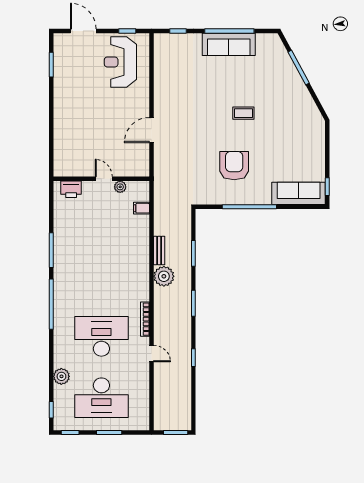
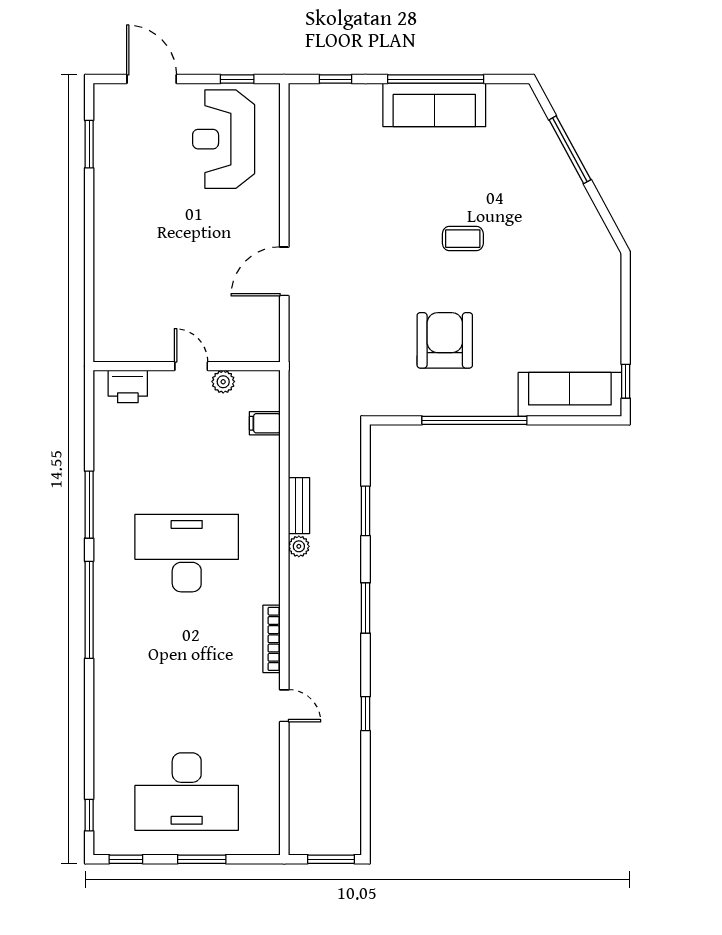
plant: (164, 276) -> (299, 546), width x0.53, depth x0.53
desk: (101, 336) -> (187, 553), moved
plant: (61, 376) -> (109, 750), removed

